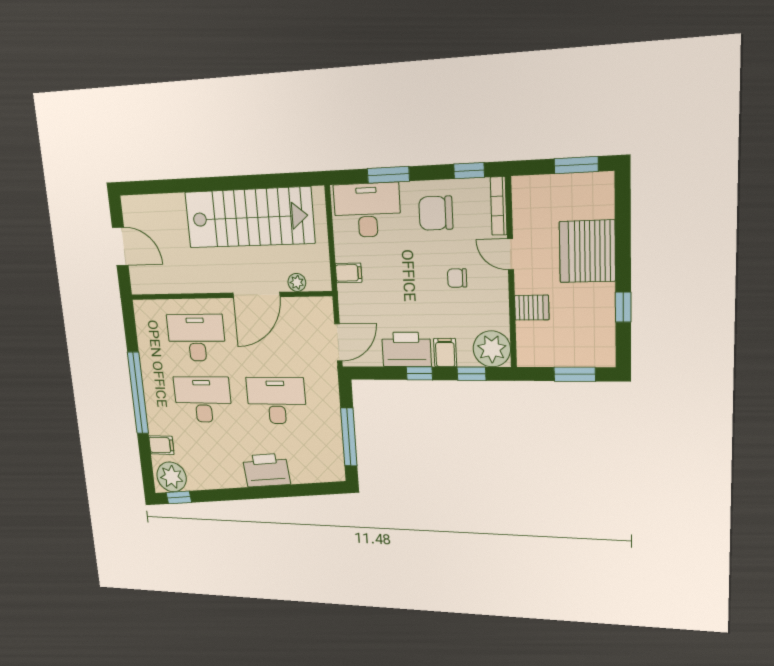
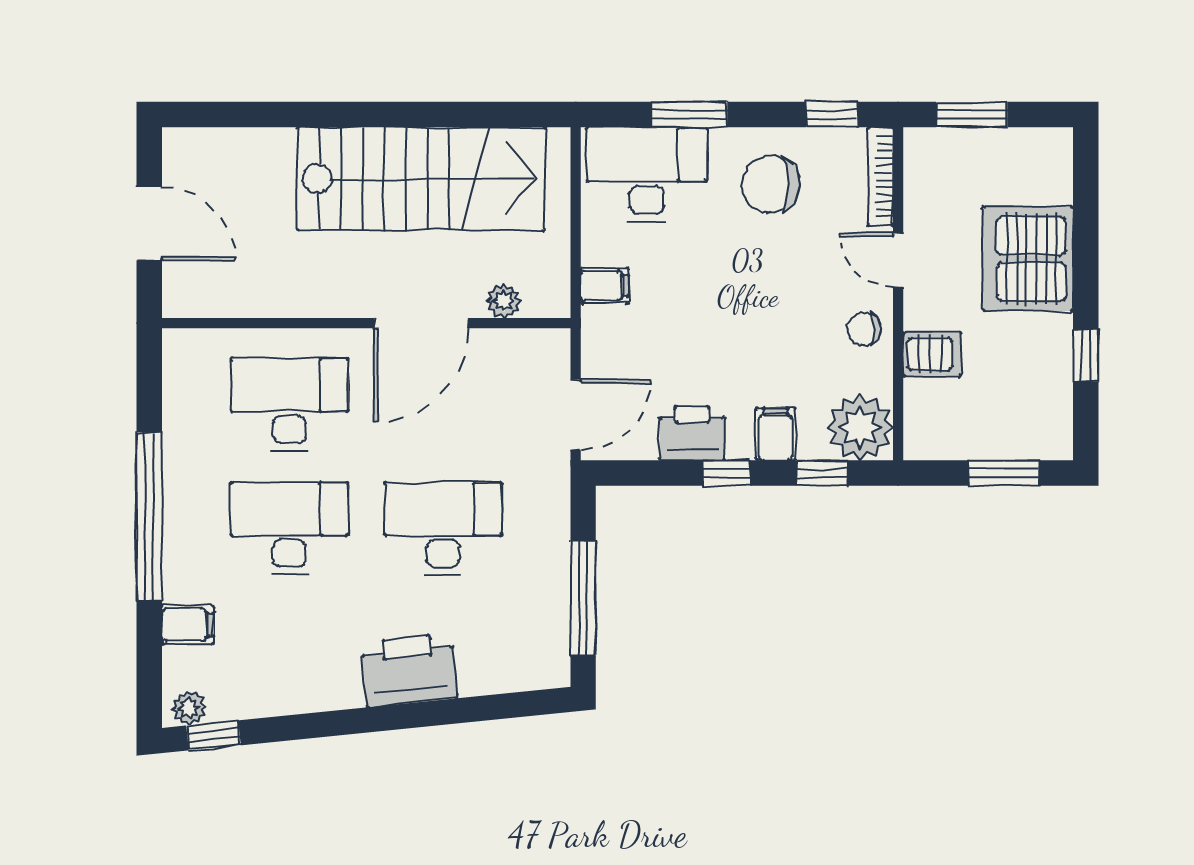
window: (576, 165) -> (972, 115), moved
chair: (457, 278) -> (864, 329), moved
printer: (406, 349) -> (692, 433), width x0.73, depth x0.84
plant: (172, 477) -> (189, 708), width x0.53, depth x0.53

